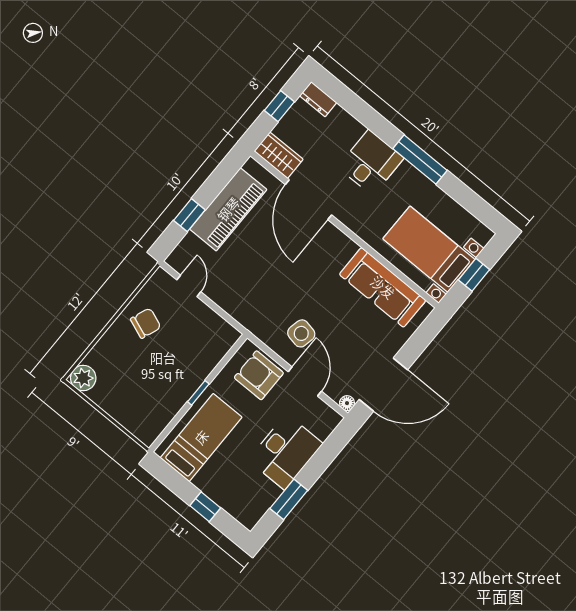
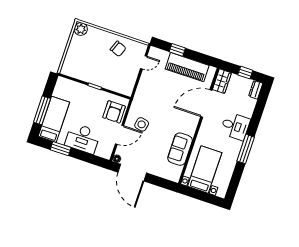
window: (474, 275) -> (201, 196), removed
sofa: (383, 287) -> (180, 149), width x0.73
armchair: (259, 375) -> (114, 112), turned 180
bed: (201, 437) -> (54, 119), moved, turned -90
window: (205, 507) -> (42, 110), width x2.17

